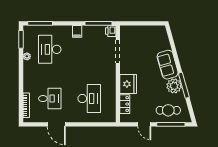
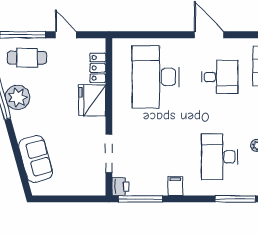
desk: (50, 49) -> (220, 157), turned 180
sofa: (168, 65) -> (36, 159), moved
desk: (50, 99) -> (220, 77), turned 180
desk: (89, 99) -> (156, 77), width x1.36, depth x1.30

